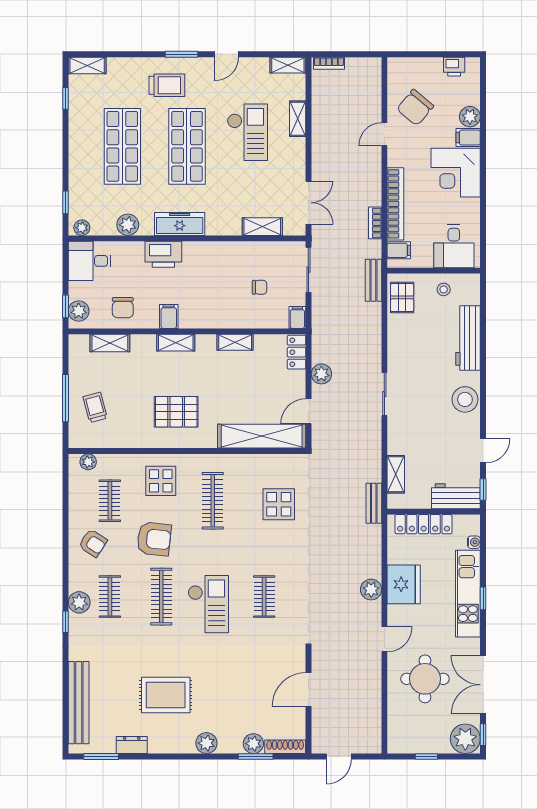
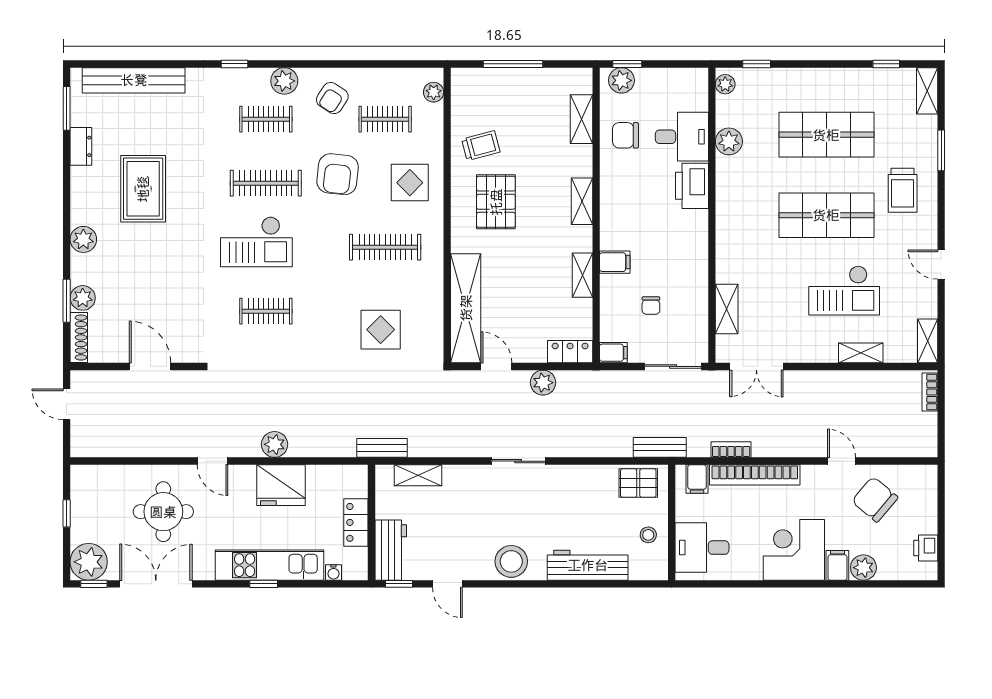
window: (181, 54) -> (941, 150), moved
freezer: (180, 224) -> (730, 206), removed
desk: (90, 261) -> (682, 137), moved, turned 90
filing cabinet: (169, 316) -> (615, 262), moved
trolley: (95, 407) -> (481, 146), moved
locker: (424, 524) -> (356, 522), width x0.66
plant: (79, 602) -> (284, 81), moved

